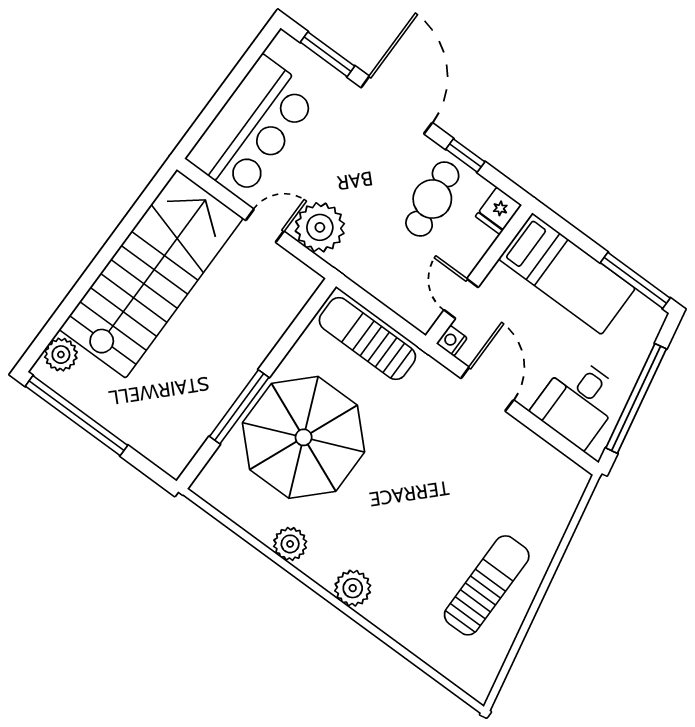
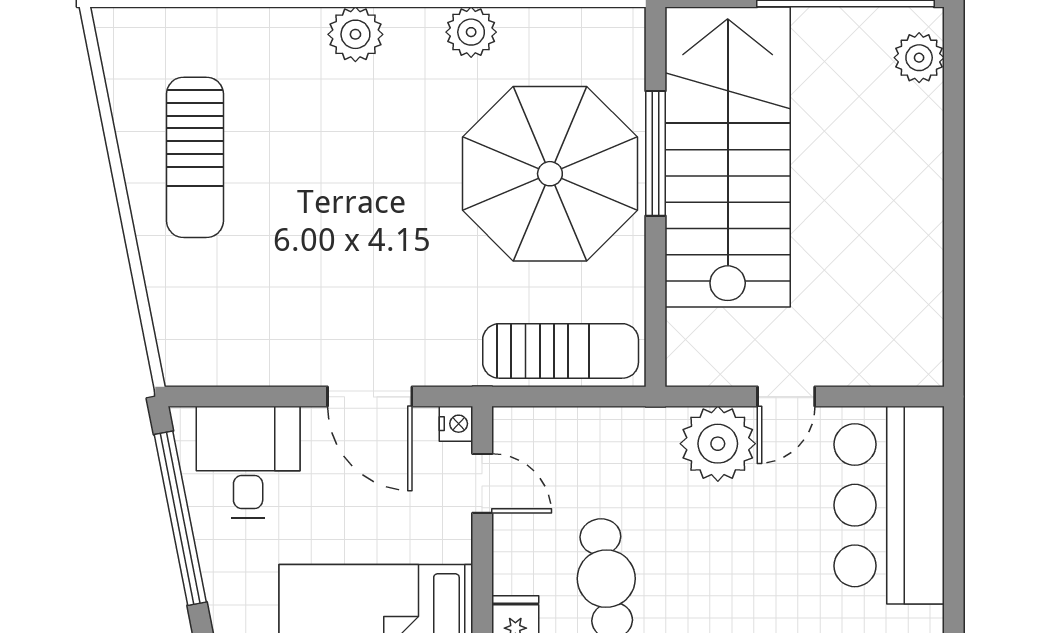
stairs: (151, 274) -> (728, 157), moved, turned 180

